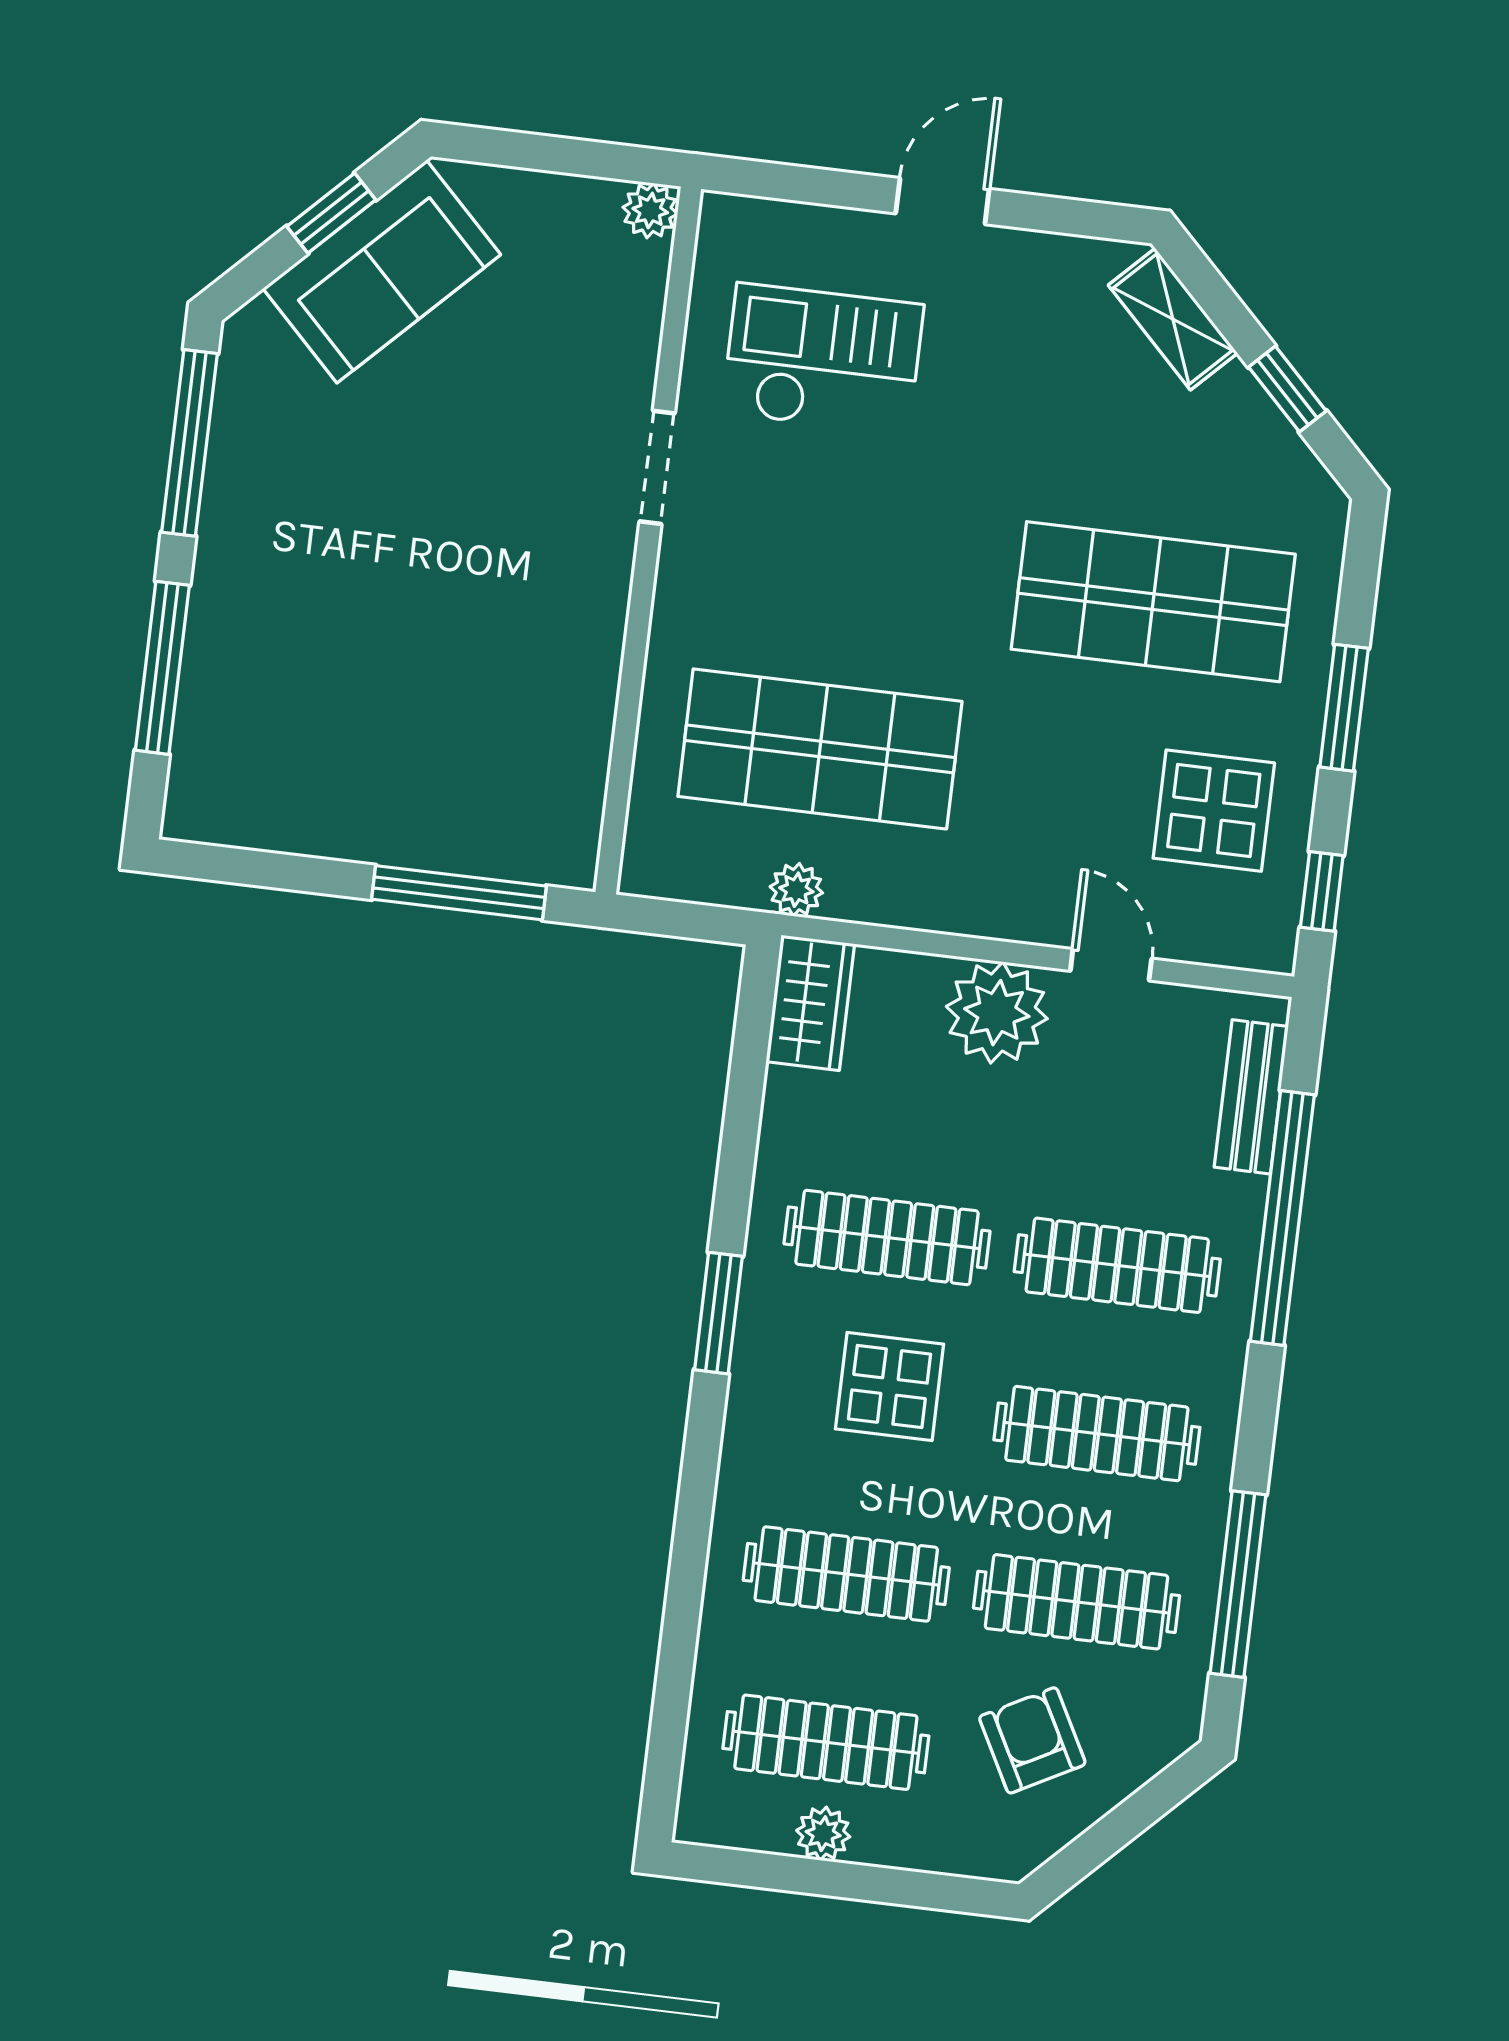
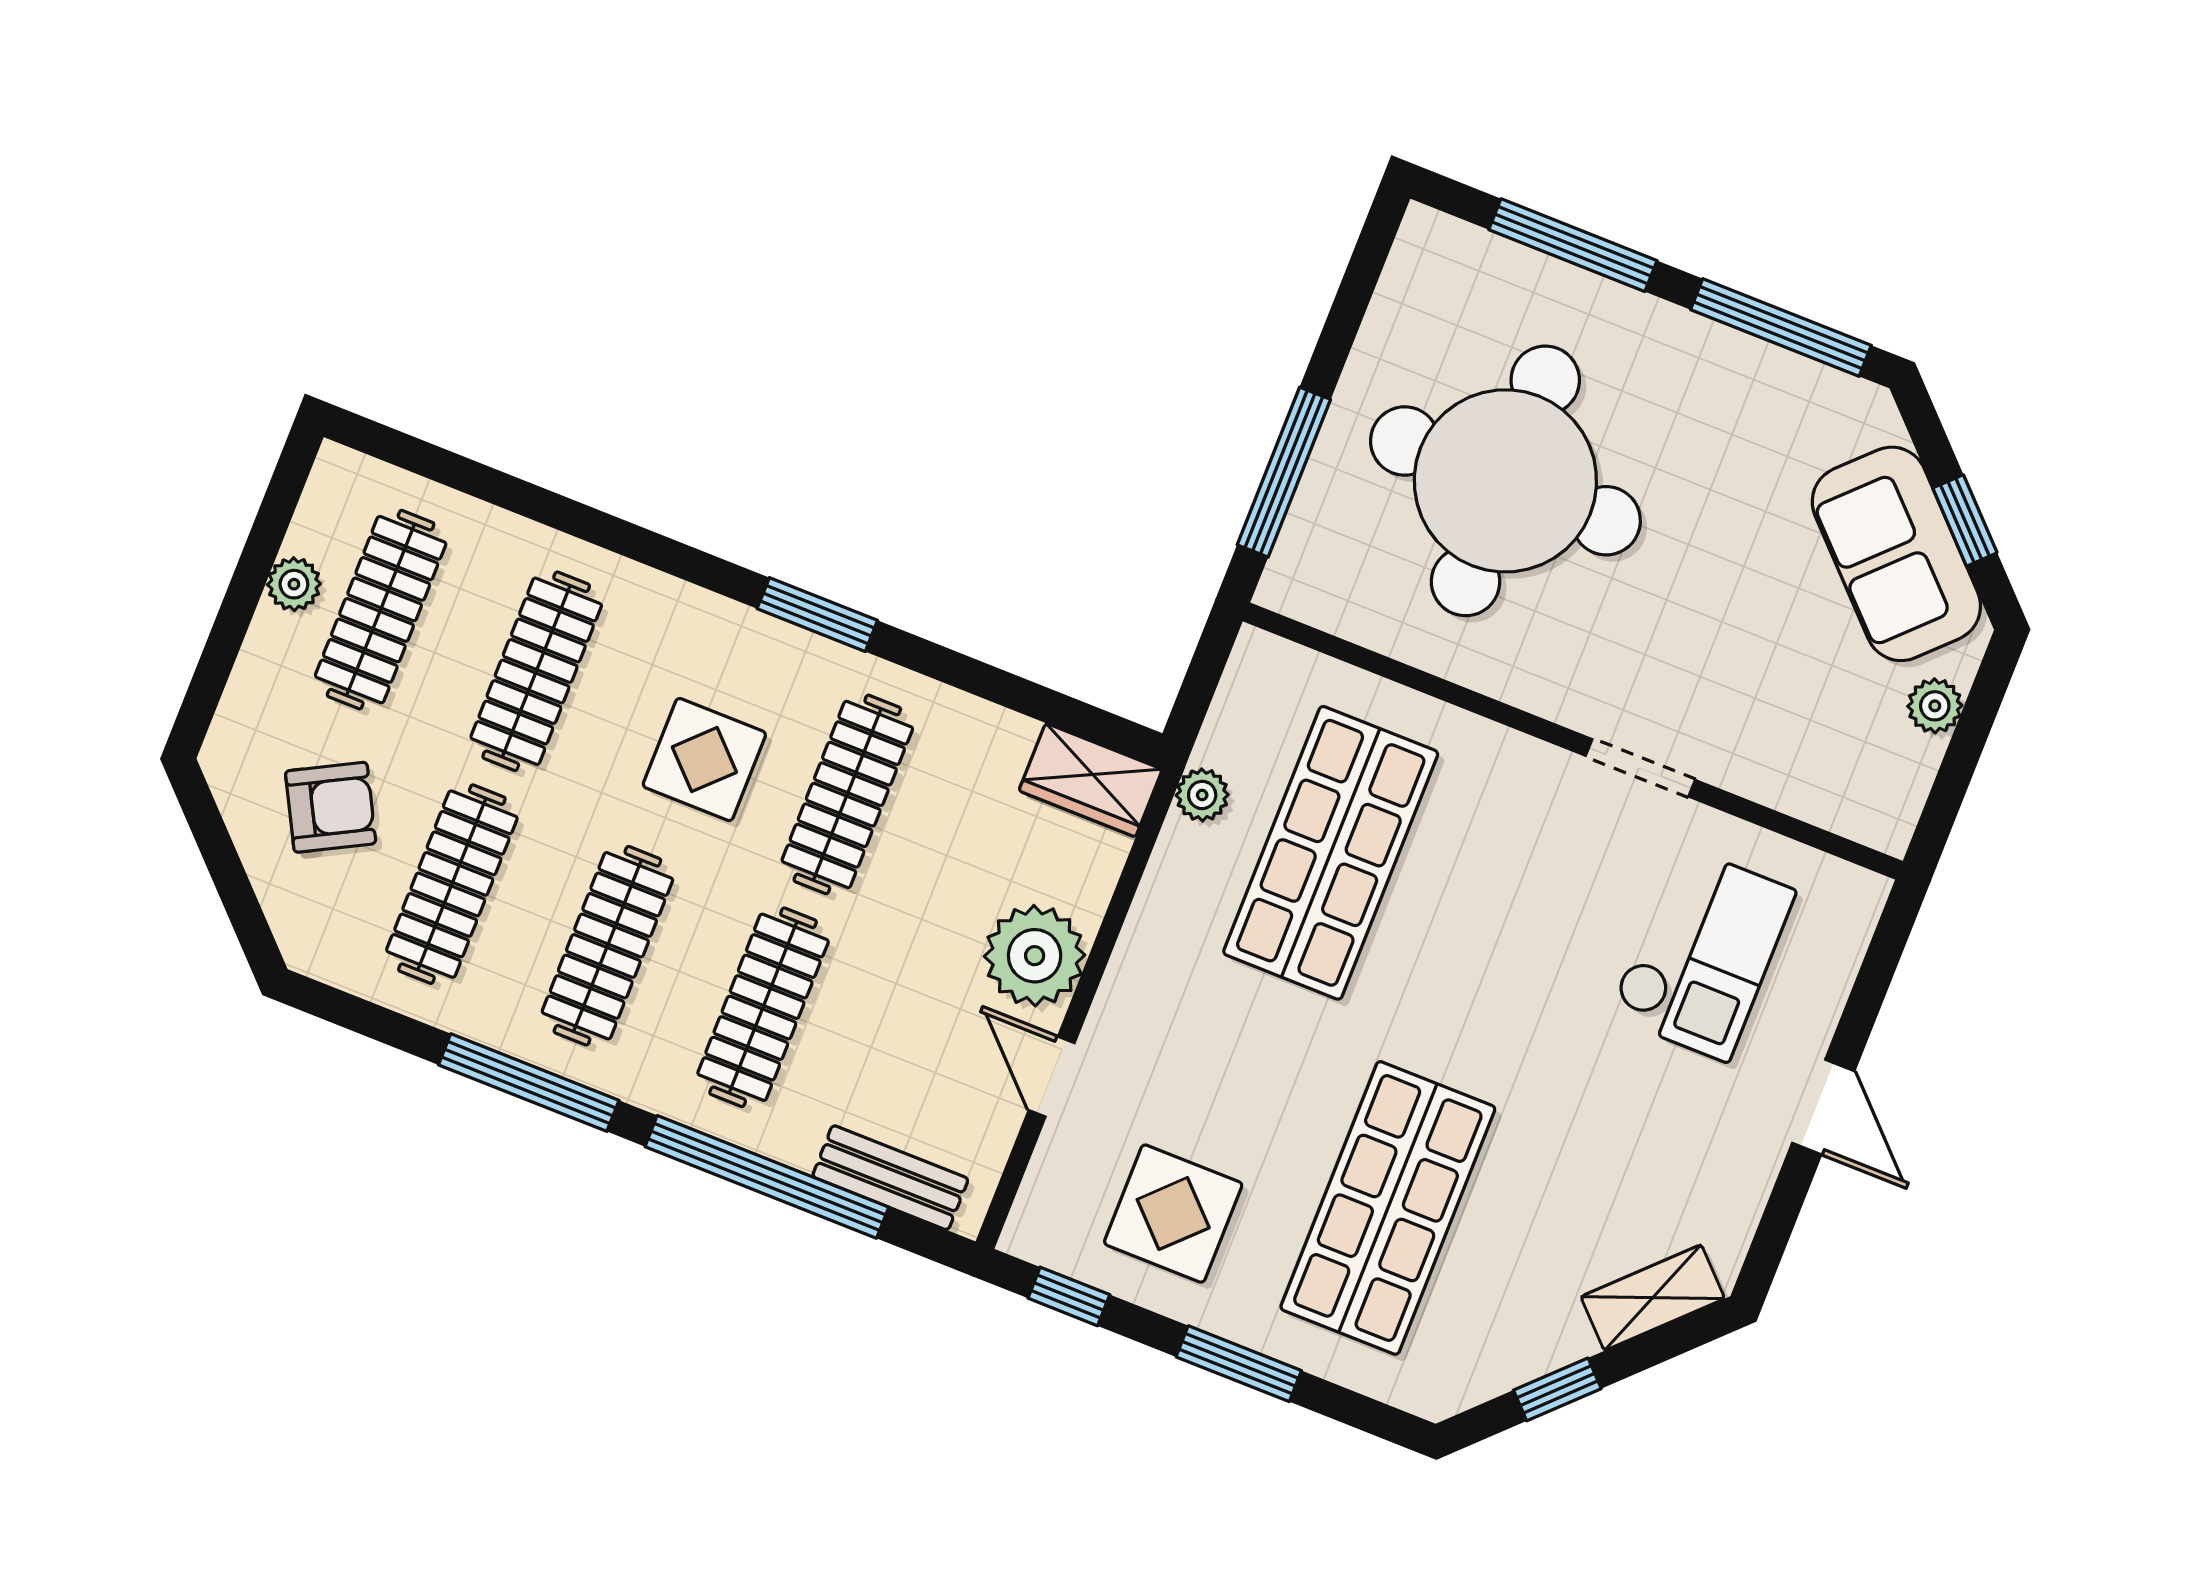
plant: (650, 211) -> (1935, 706), moved
round table: (411, 673) -> (1505, 481), added
door: (1111, 965) -> (1052, 1077), swing flipped
window: (1238, 1584) -> (529, 1083), moved

